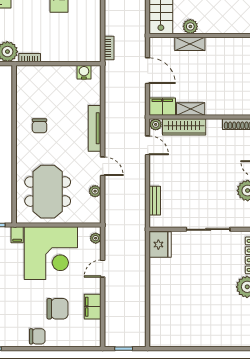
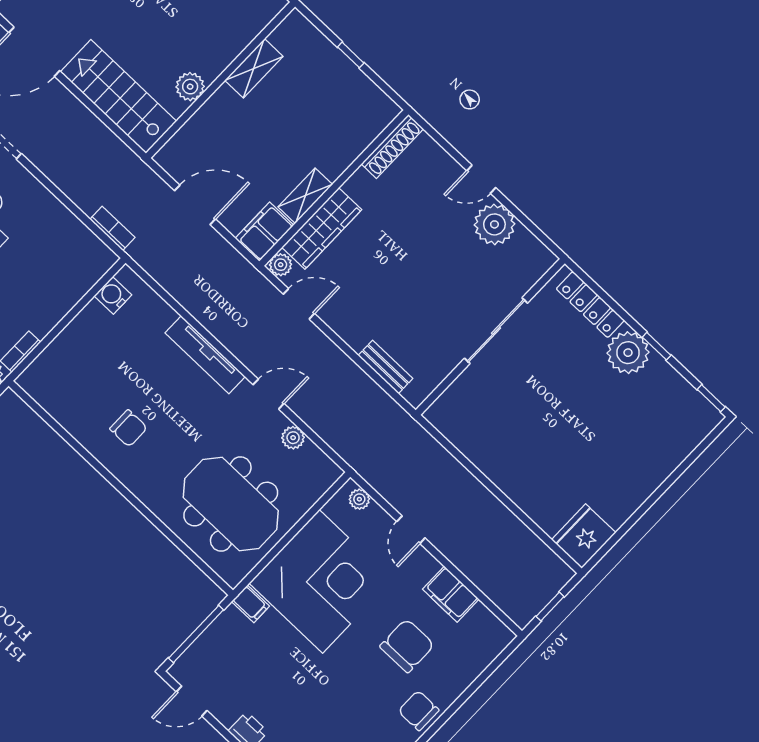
shelving: (190, 44) -> (254, 68), moved
fridge: (160, 245) -> (584, 536), moved, turned -90
chair: (37, 336) -> (419, 711), turned -90

